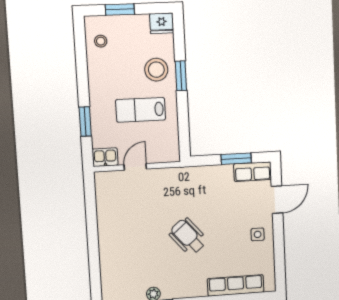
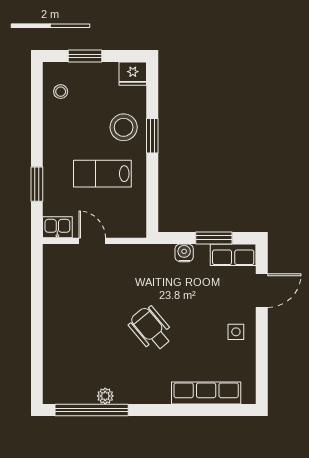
door: (135, 167) -> (92, 241), hinge flipped
water cooler: (212, 172) -> (184, 253), added

